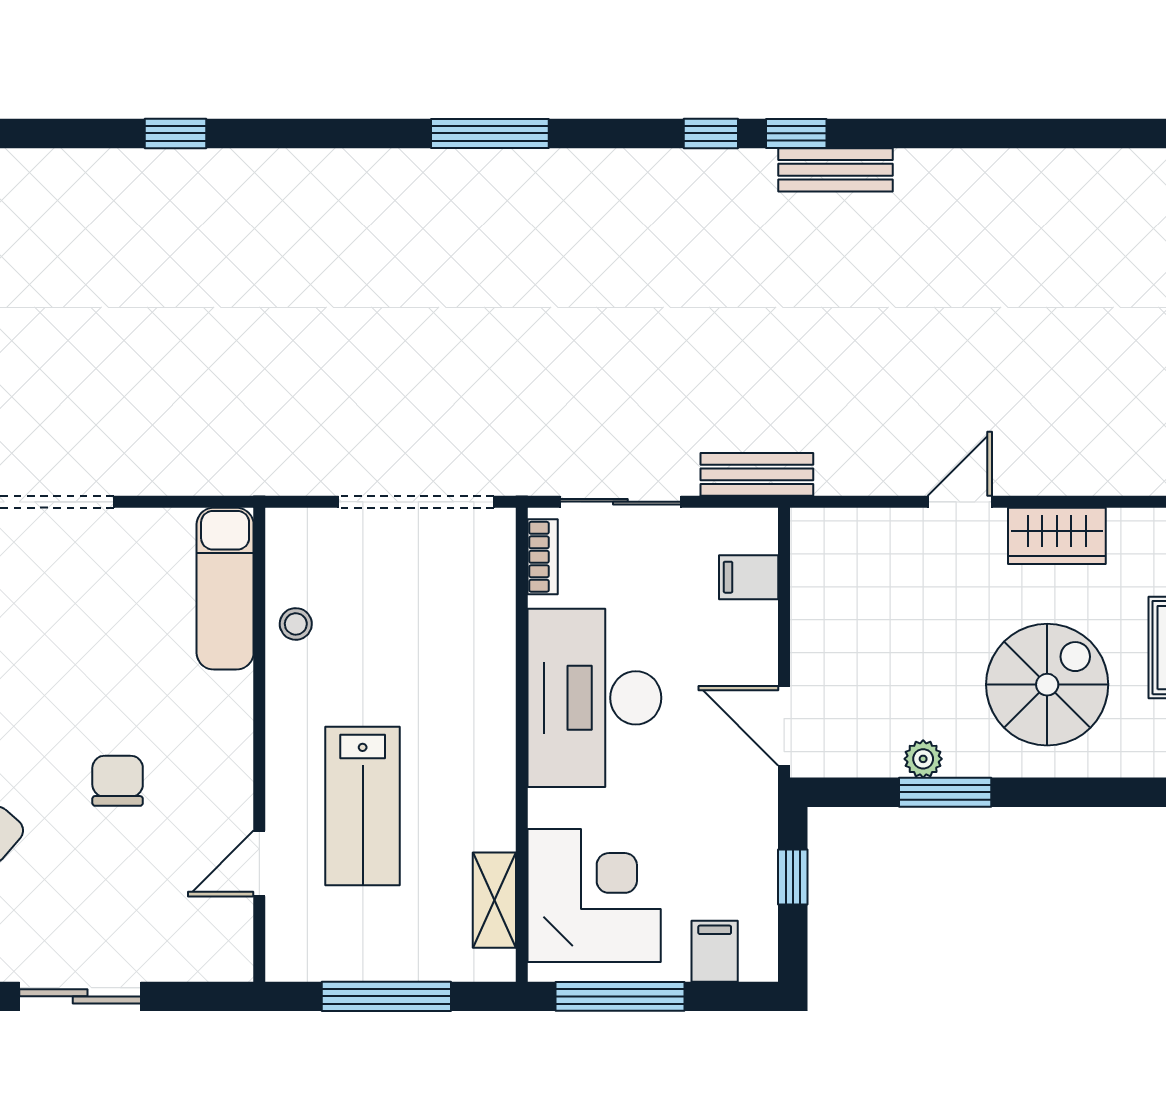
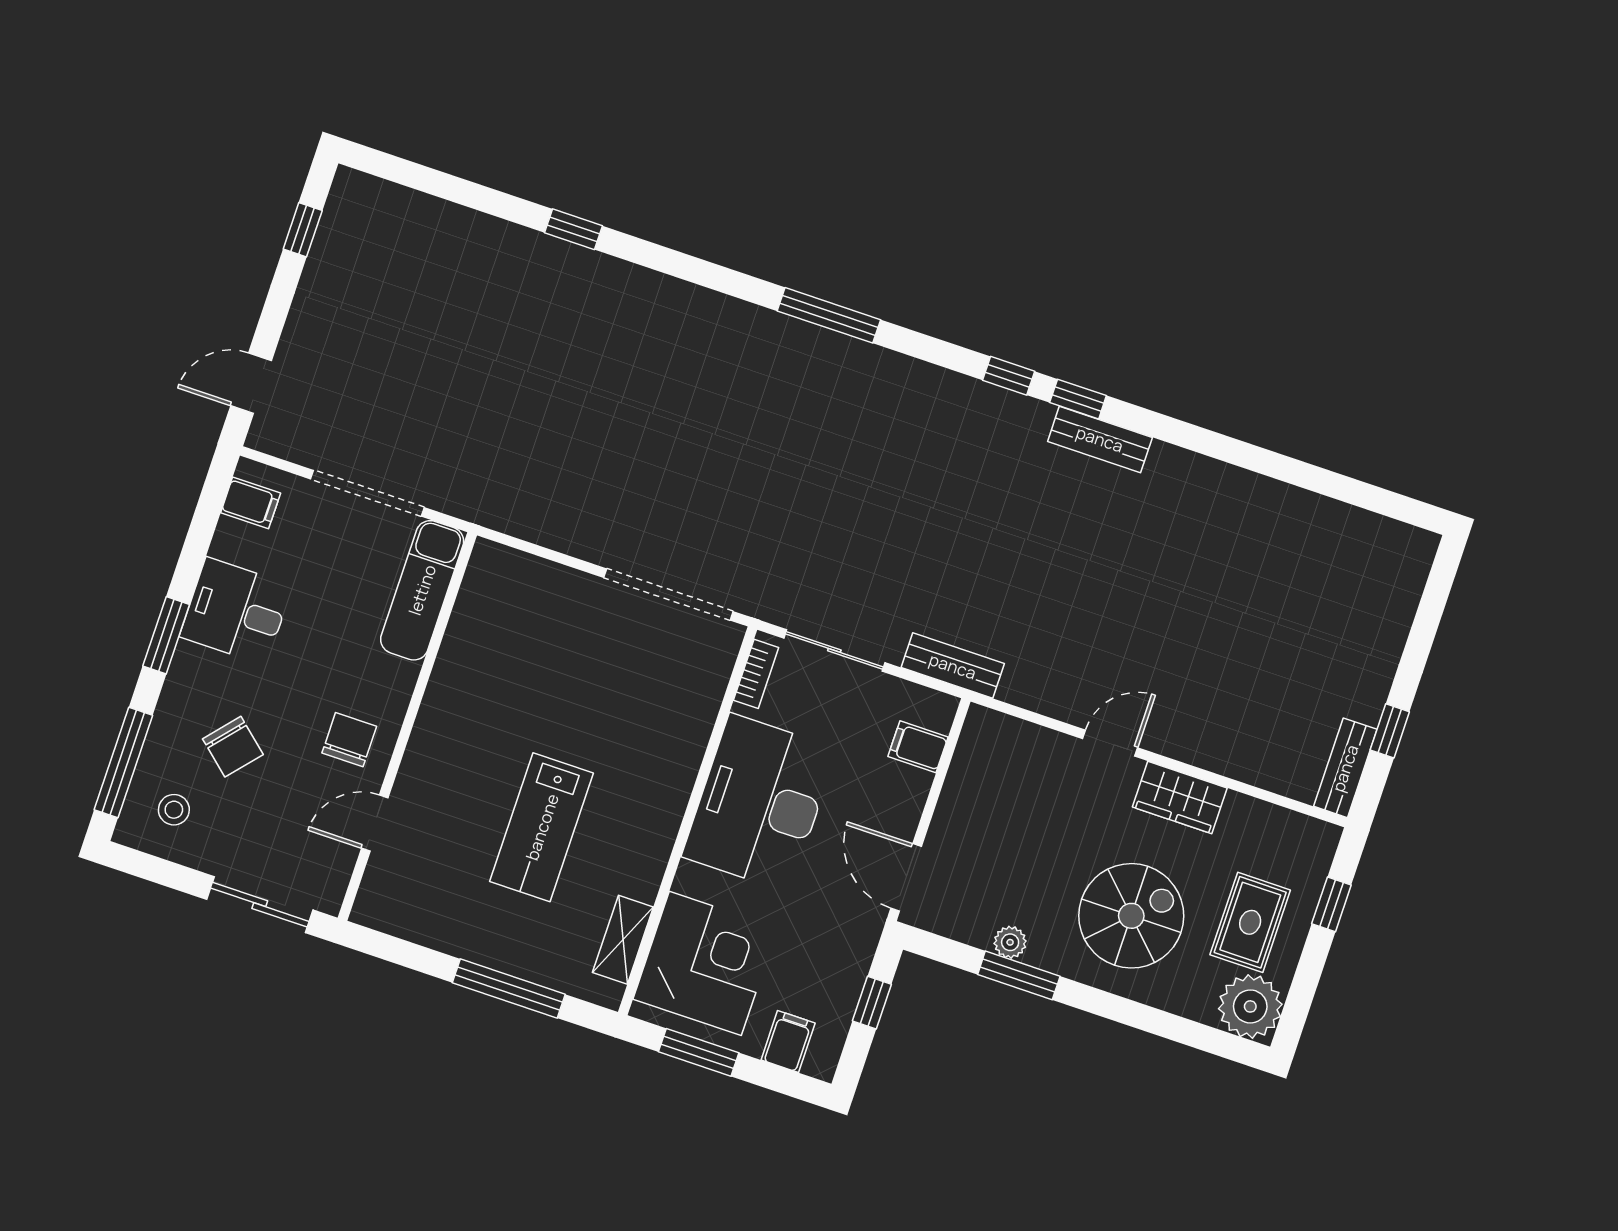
exam couch: (225, 589) -> (422, 590), moved
stool: (296, 624) -> (537, 661), removed
wall: (259, 745) -> (407, 726), moved
door: (259, 864) -> (375, 823), moved
window: (620, 996) -> (699, 1052), width x0.69

